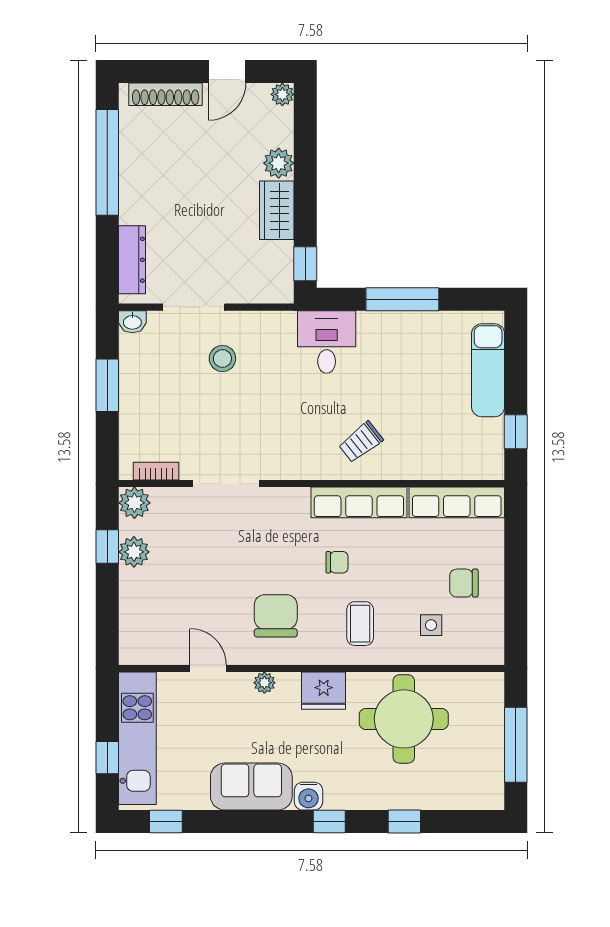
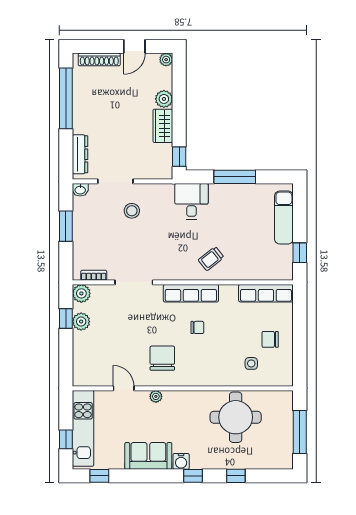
row of seats: (359, 502) -> (191, 293), moved
coffee table: (360, 624) -> (211, 363), removed
fridge: (324, 691) -> (190, 401), removed

